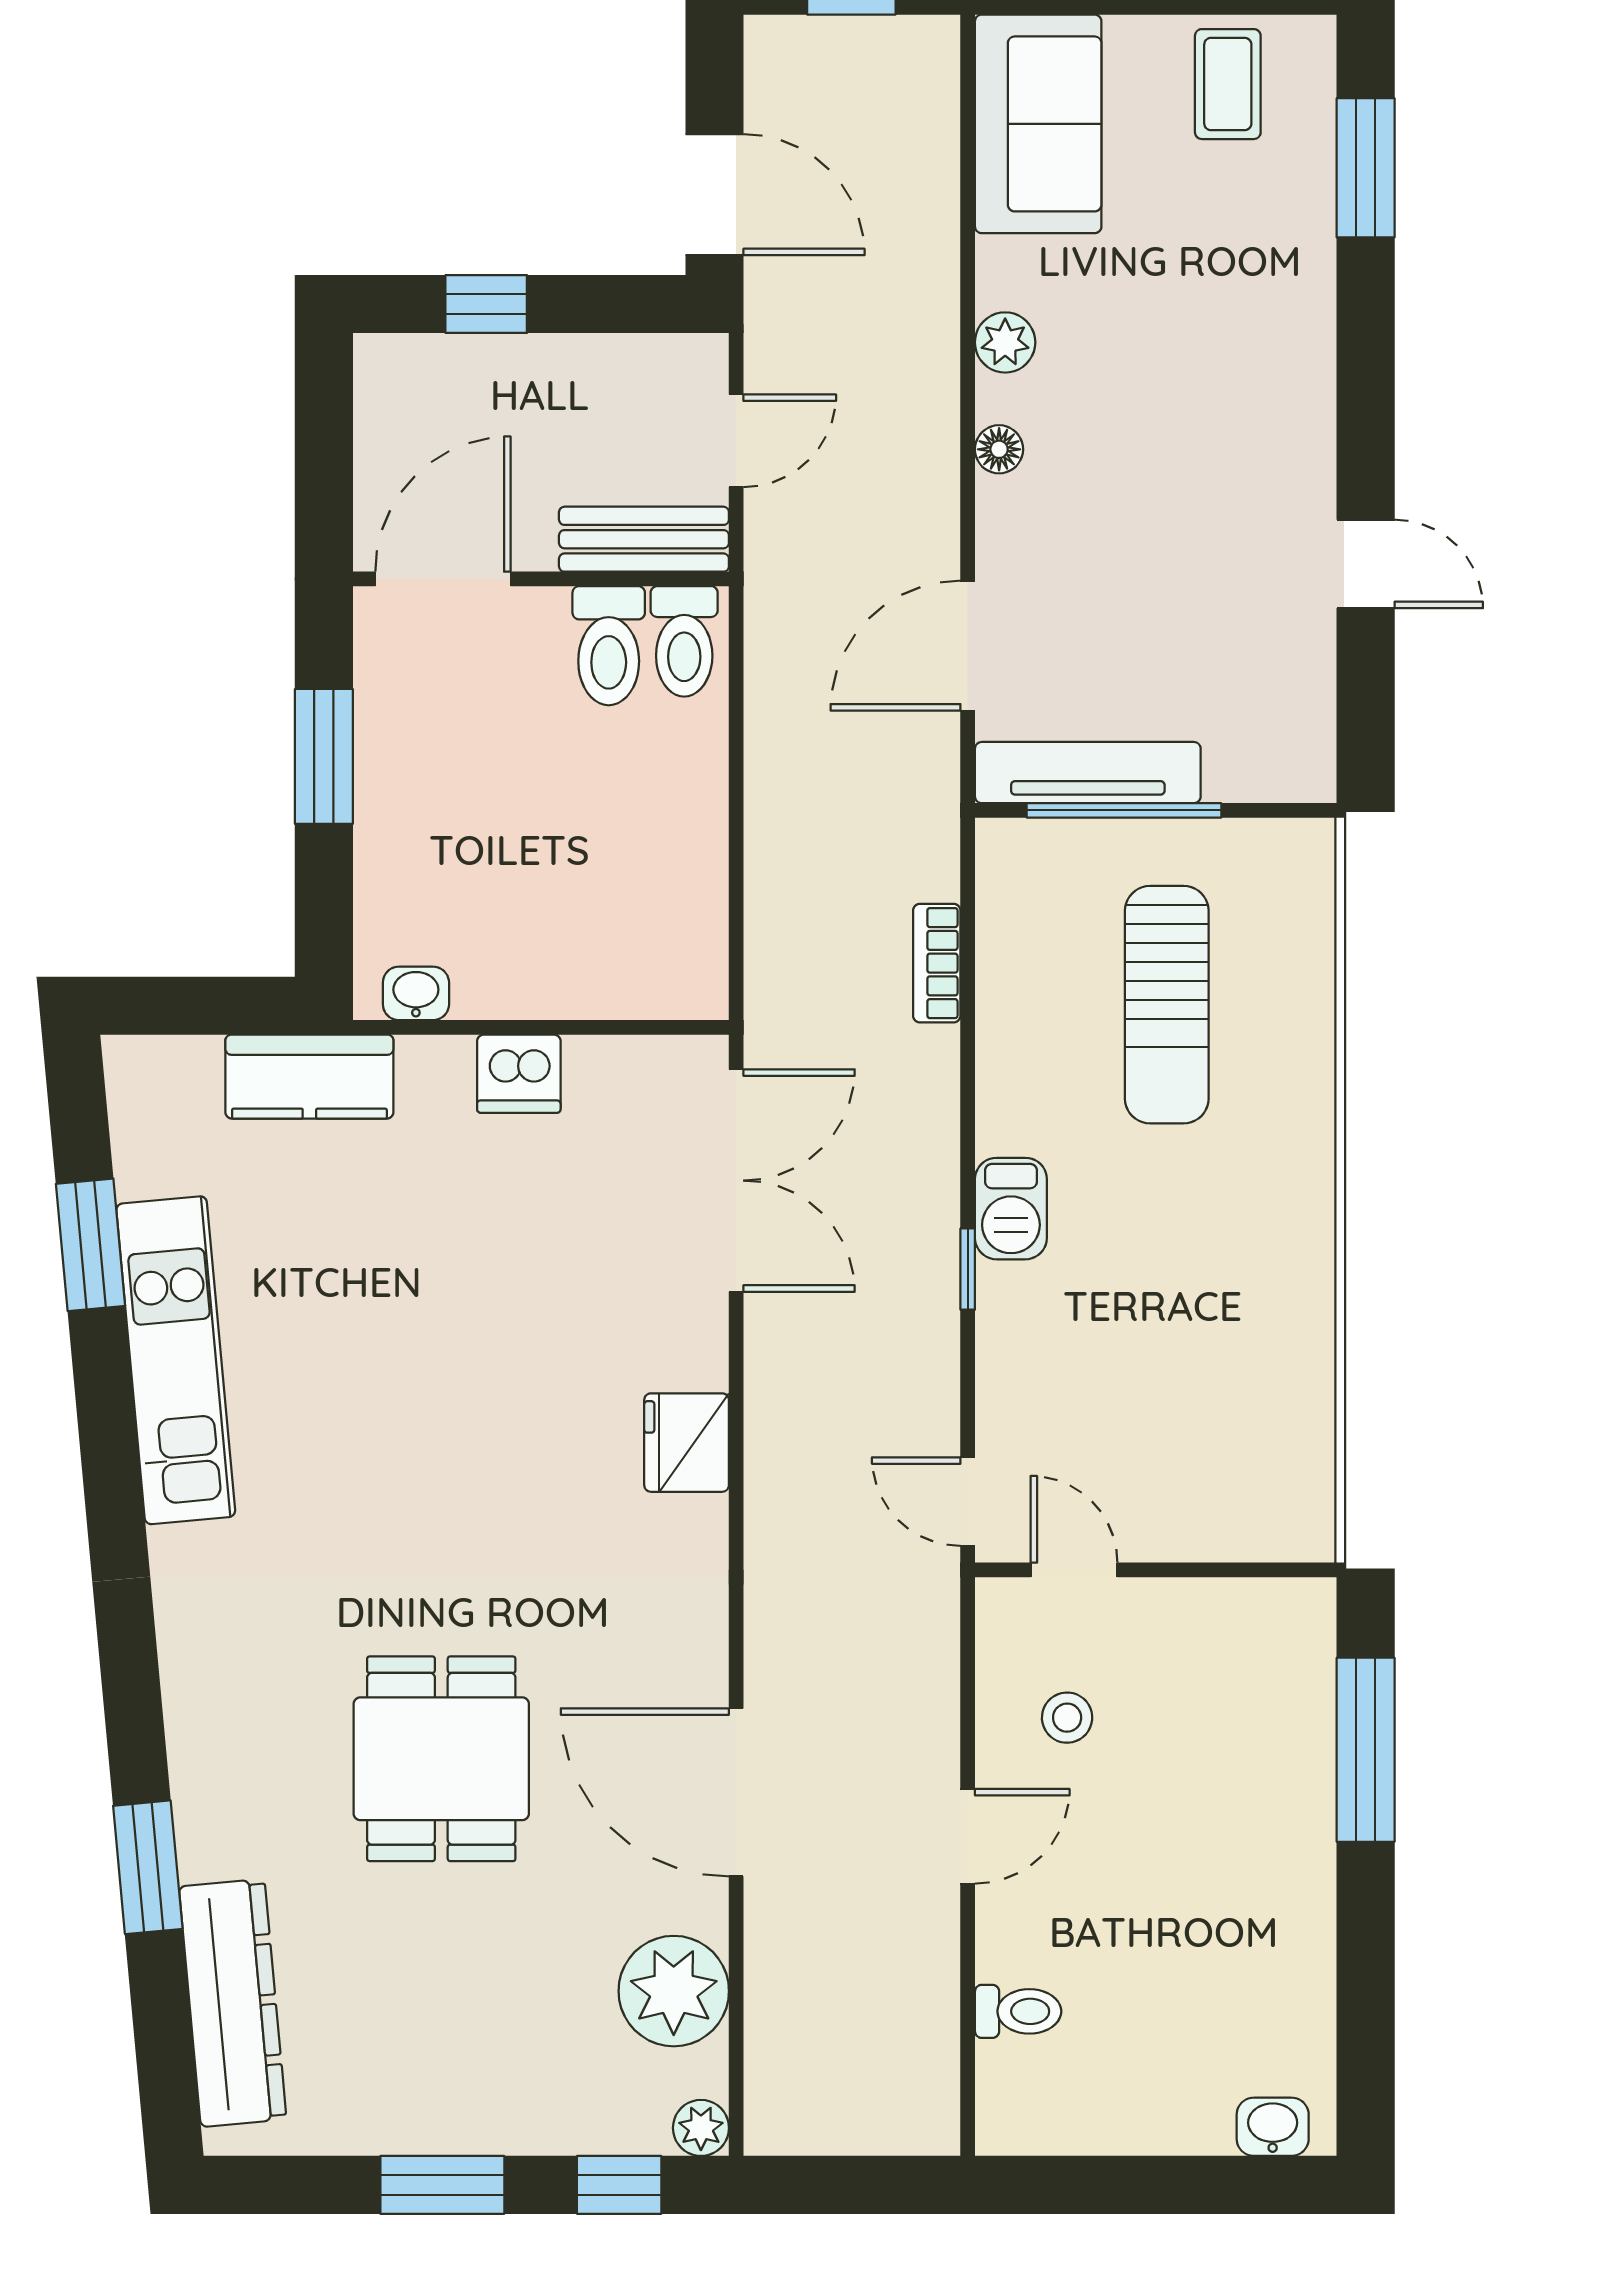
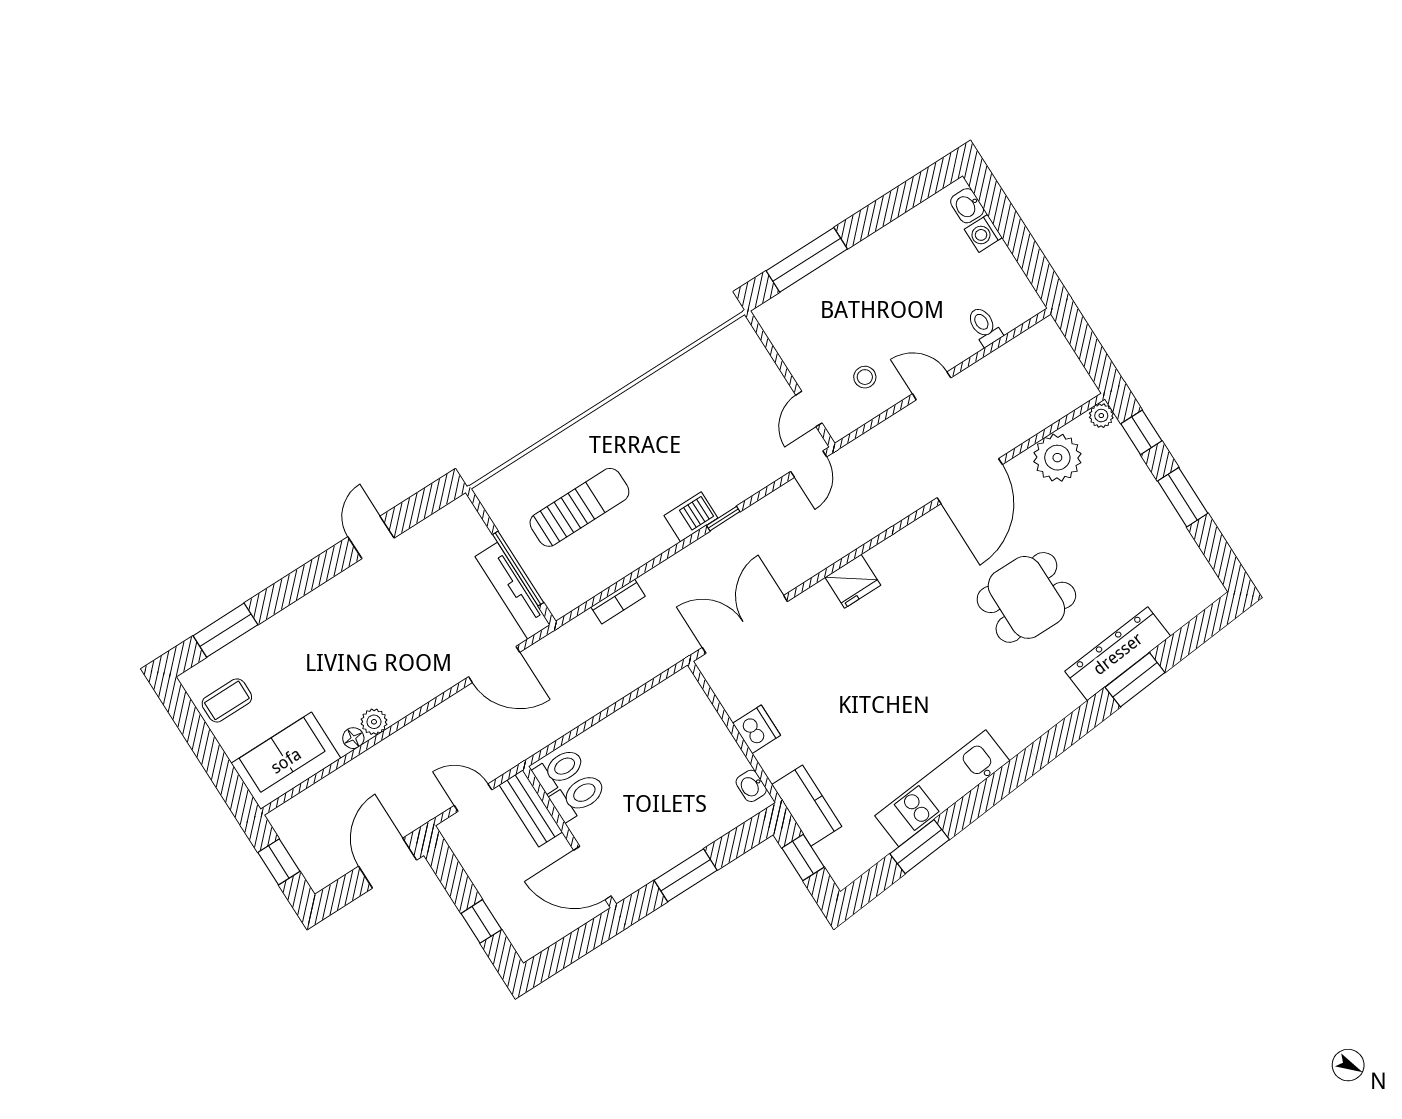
floor lamp: (999, 449) -> (353, 738), moved
window: (213, 1006) -> (803, 857), added
dresser: (233, 2003) -> (1118, 654), moved
washing machine: (1199, 2124) -> (983, 233), added

